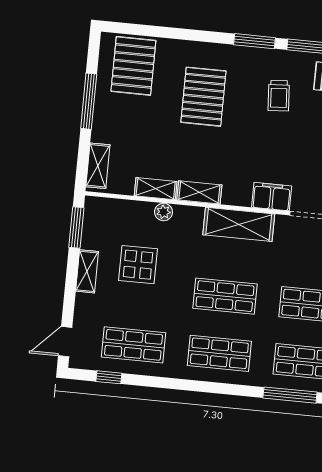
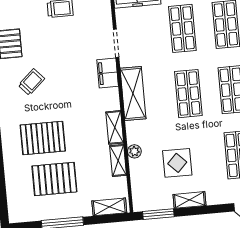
pallet: (133, 66) -> (54, 179), moved
trolley: (279, 96) -> (31, 82), turned -38

